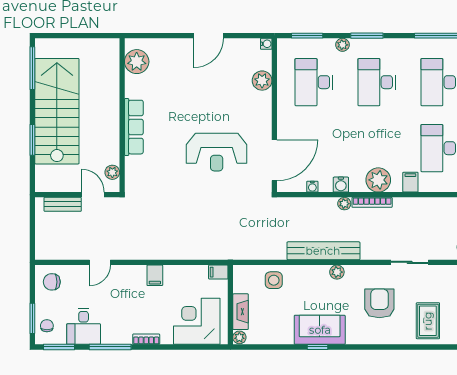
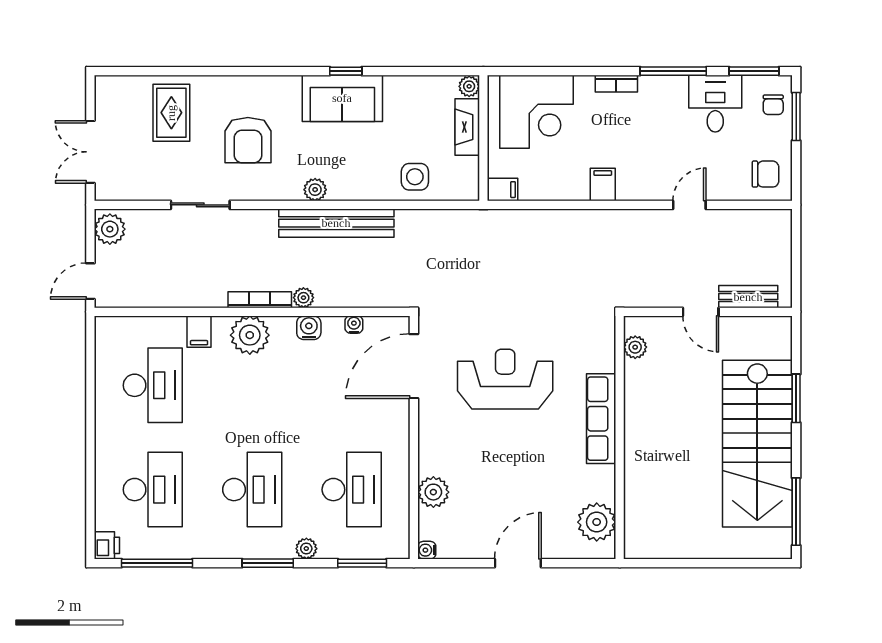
plant: (137, 62) -> (597, 522), moved
wall: (122, 115) -> (620, 437), moved
row of seats: (134, 127) -> (601, 419), moved
plant: (112, 172) -> (635, 347), moved

